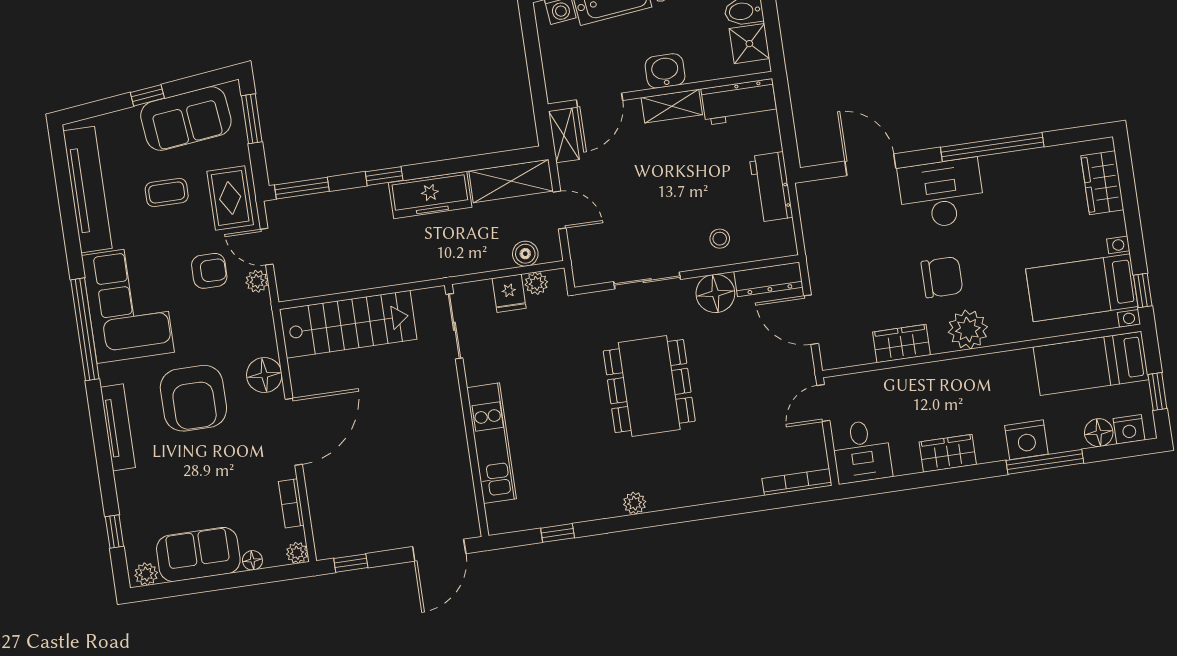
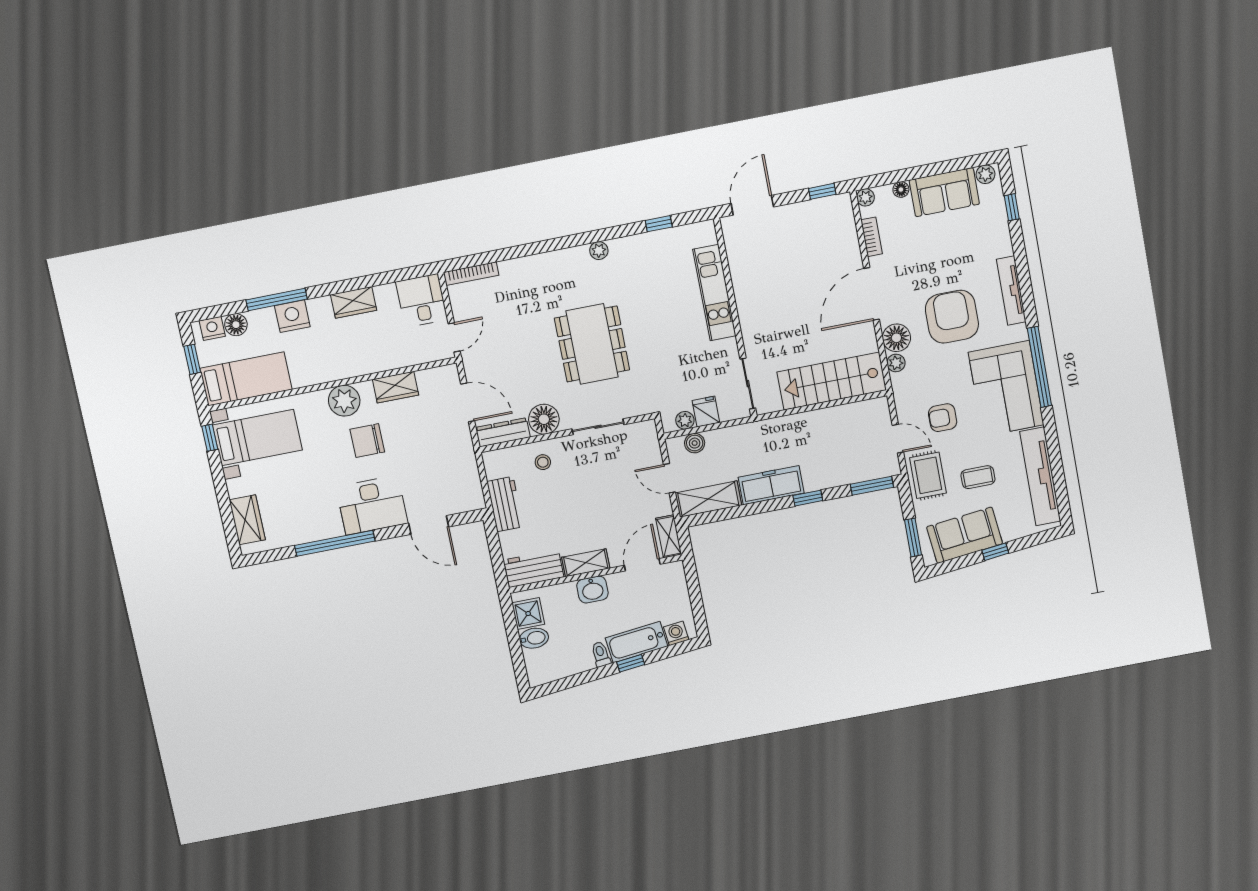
plant: (257, 281) -> (896, 363), moved

